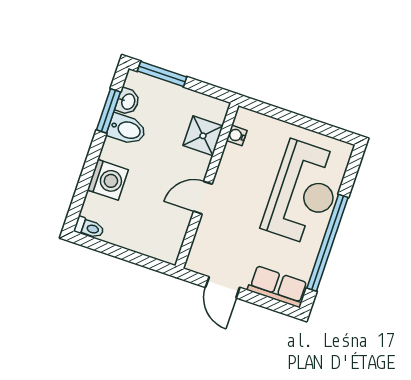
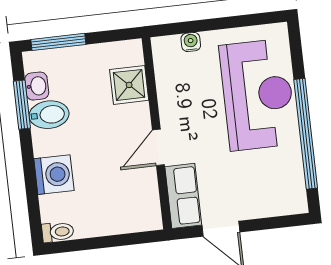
water cooler: (237, 135) -> (191, 42), moved, turned 90
row of seats: (278, 287) -> (183, 196), moved, turned 90

